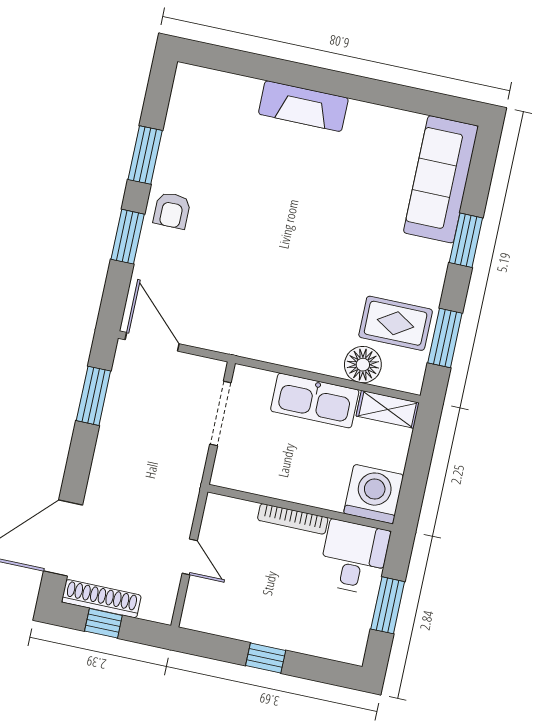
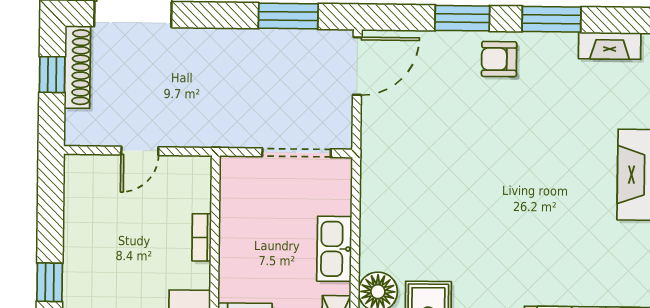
fireplace: (180, 106) -> (610, 46), added
kitchen sink: (315, 401) -> (334, 249), width x0.73, depth x0.81
bookcase: (293, 519) -> (202, 237), width x0.64
window: (266, 658) -> (50, 282), moved

